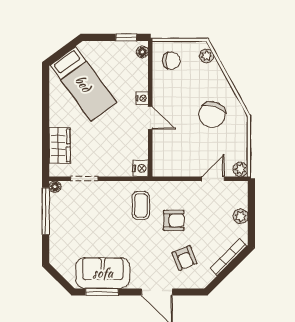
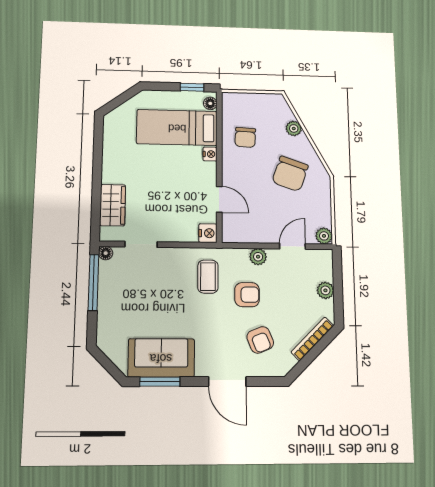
plant: (207, 56) -> (294, 128), moved
chair: (171, 61) -> (245, 137), moved, turned 93
bed: (83, 84) -> (177, 128), moved, turned 126
door: (150, 118) -> (219, 199), moved
plant: (183, 188) -> (258, 257), added

